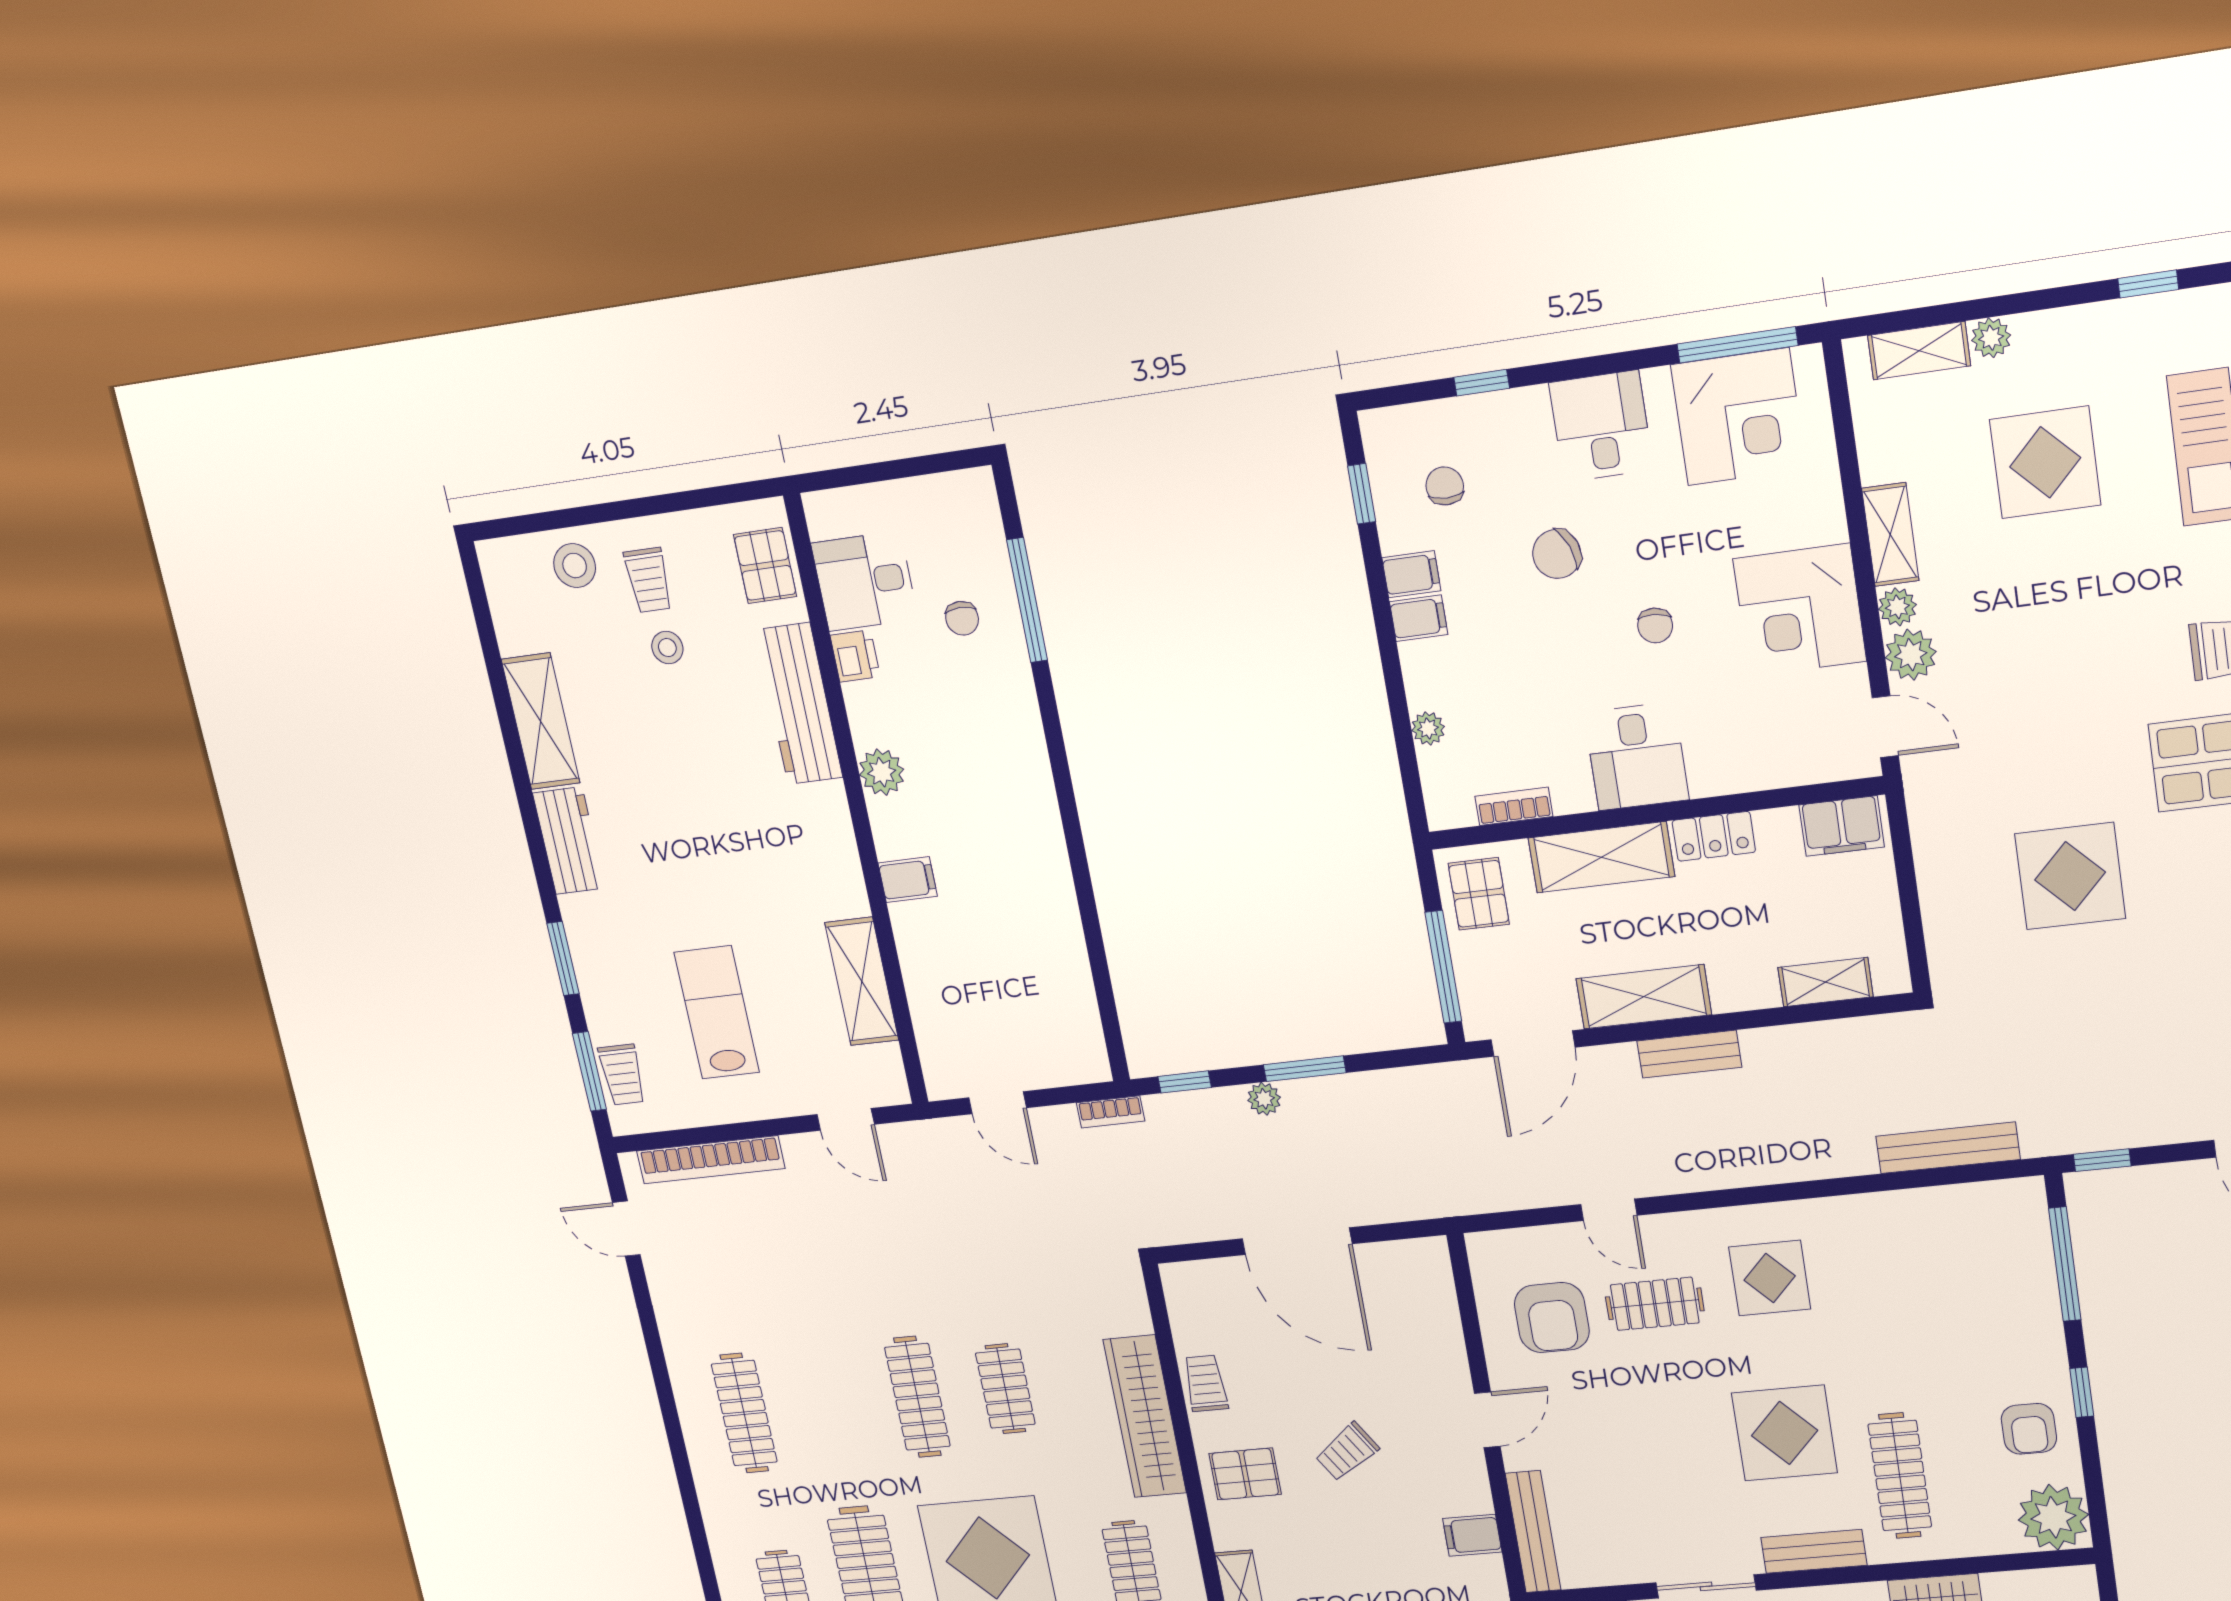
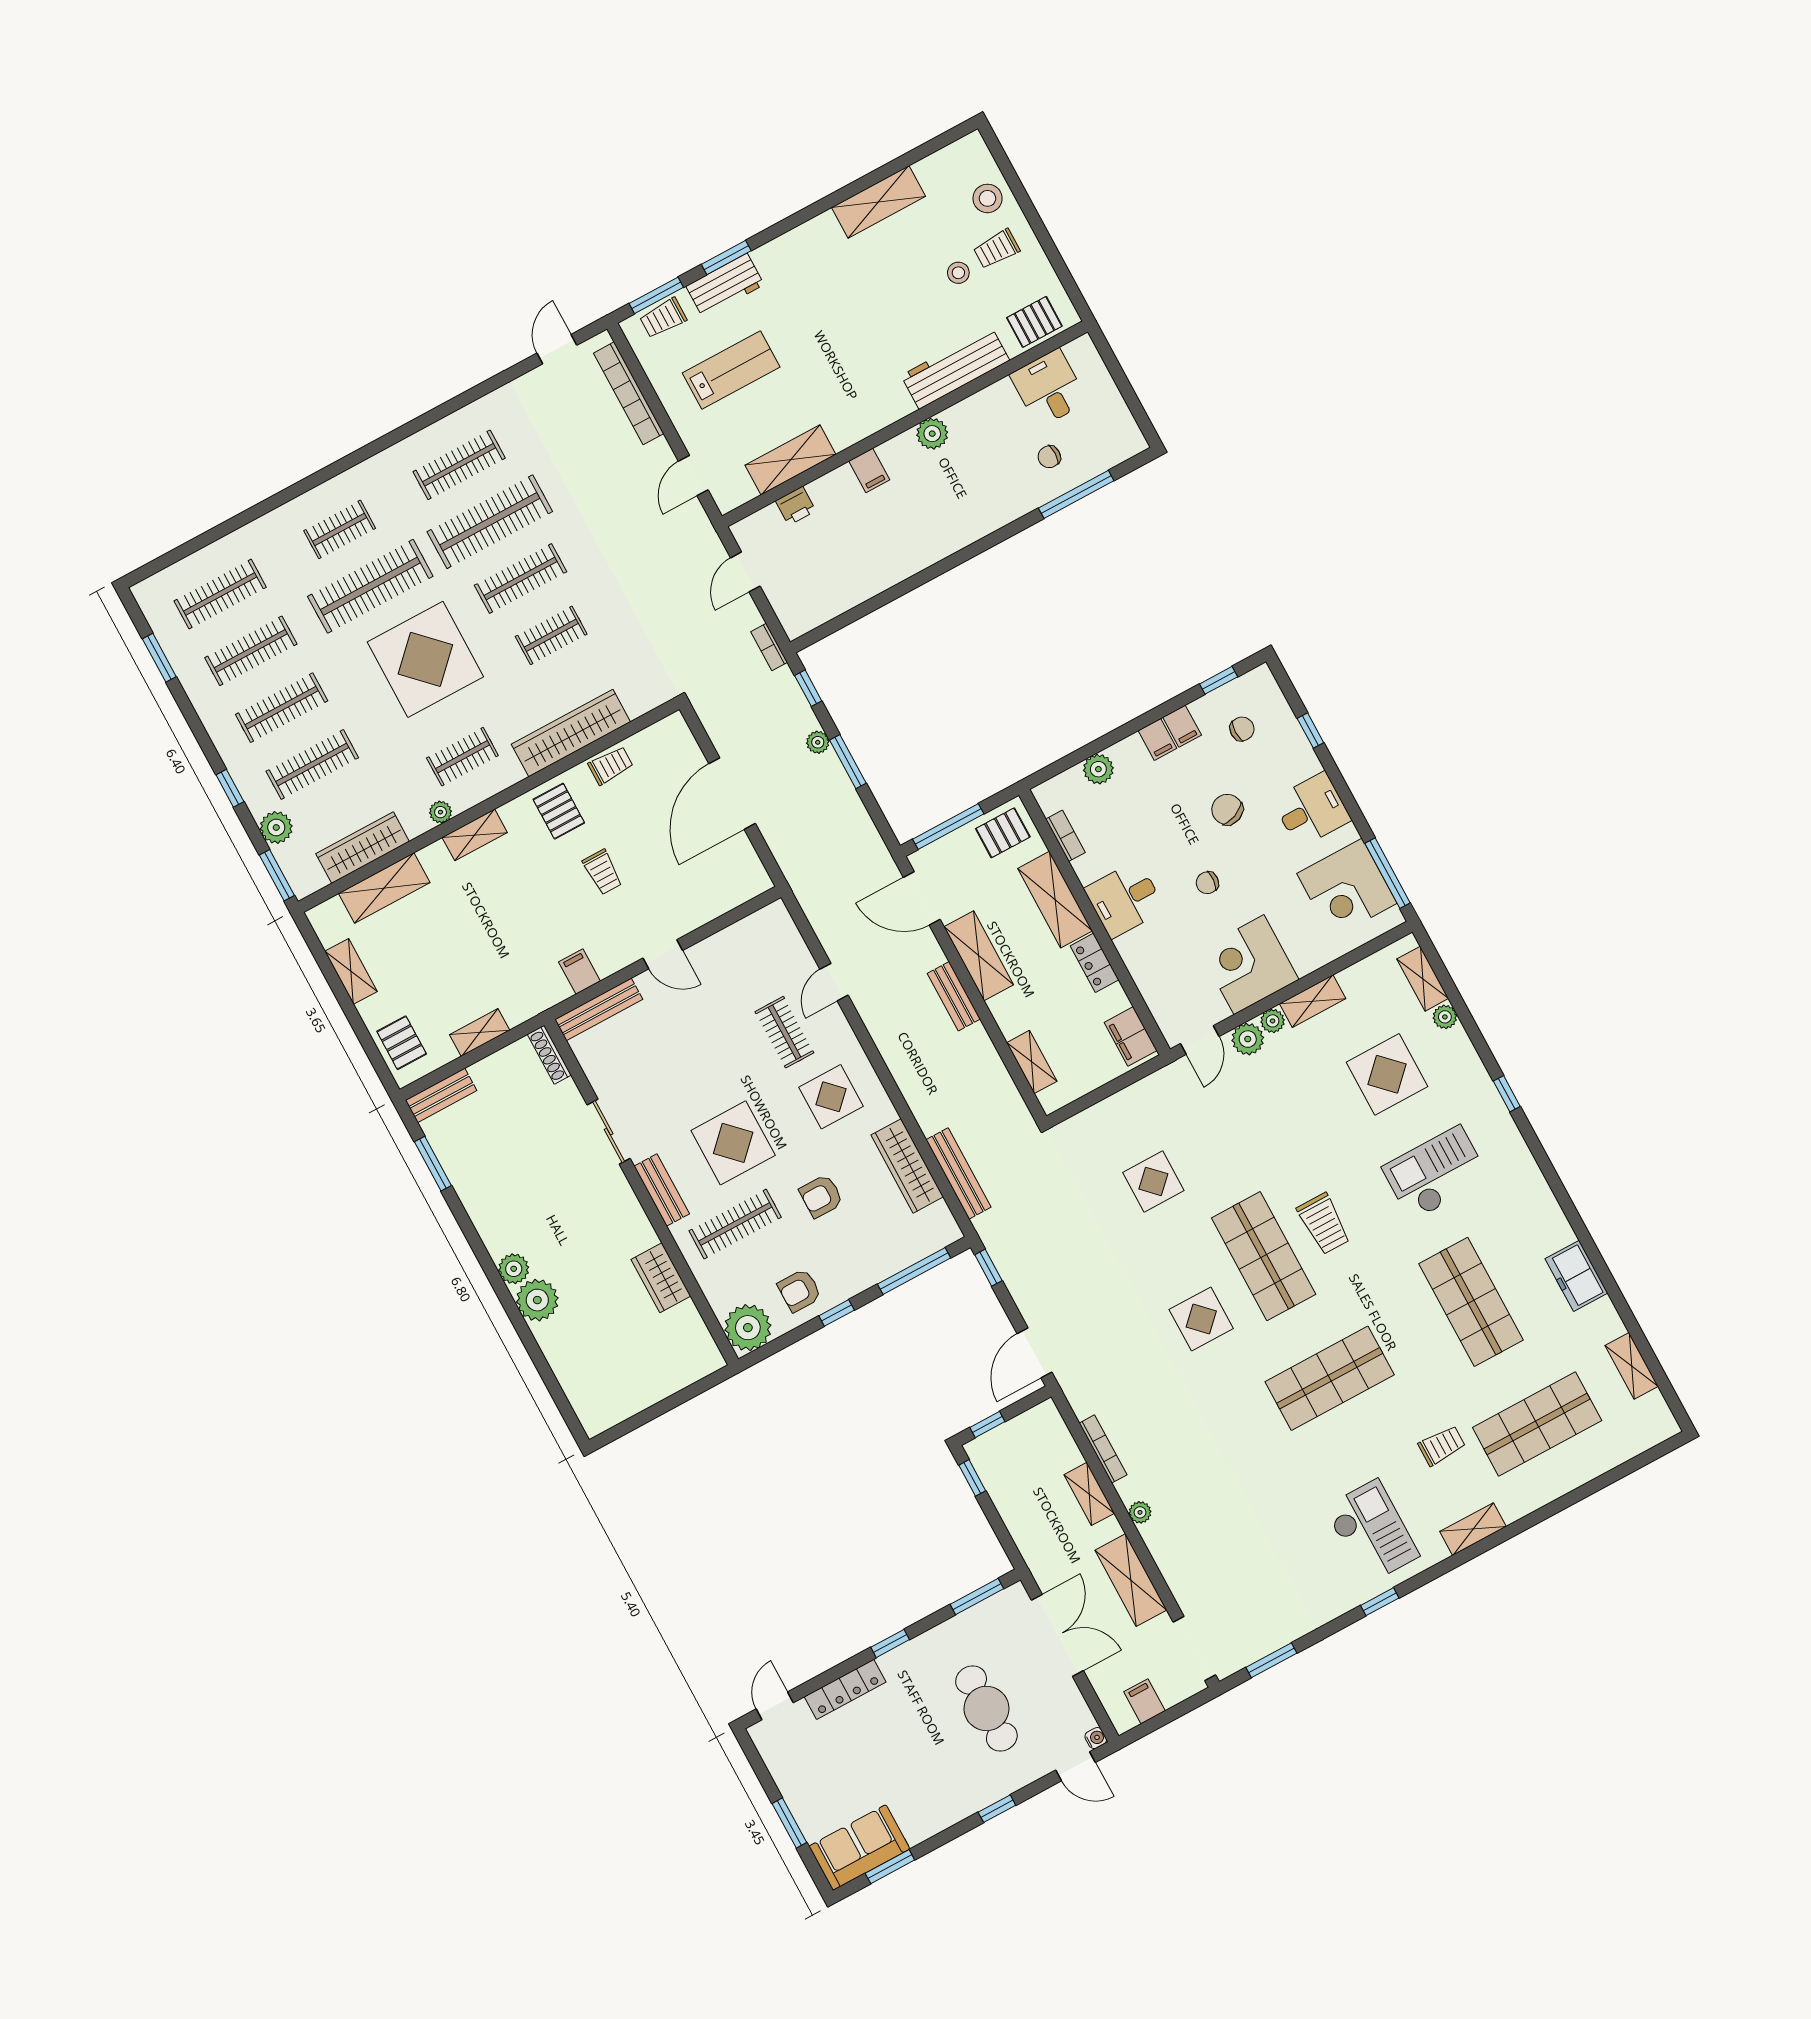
printer: (855, 656) -> (796, 506), moved
plant: (1428, 728) -> (1098, 769), width x1.38, depth x1.38
workbench: (569, 841) -> (725, 285), moved
display table: (2070, 876) -> (1153, 1181), width x0.73, depth x0.73
wardrobe: (1909, 1214) -> (907, 1166), added
armchair: (1552, 1318) -> (821, 1196), moved, width x0.72, depth x0.72
clothes rail: (830, 1405) -> (490, 522), added
trolley: (1347, 1452) -> (602, 872), turned -146

